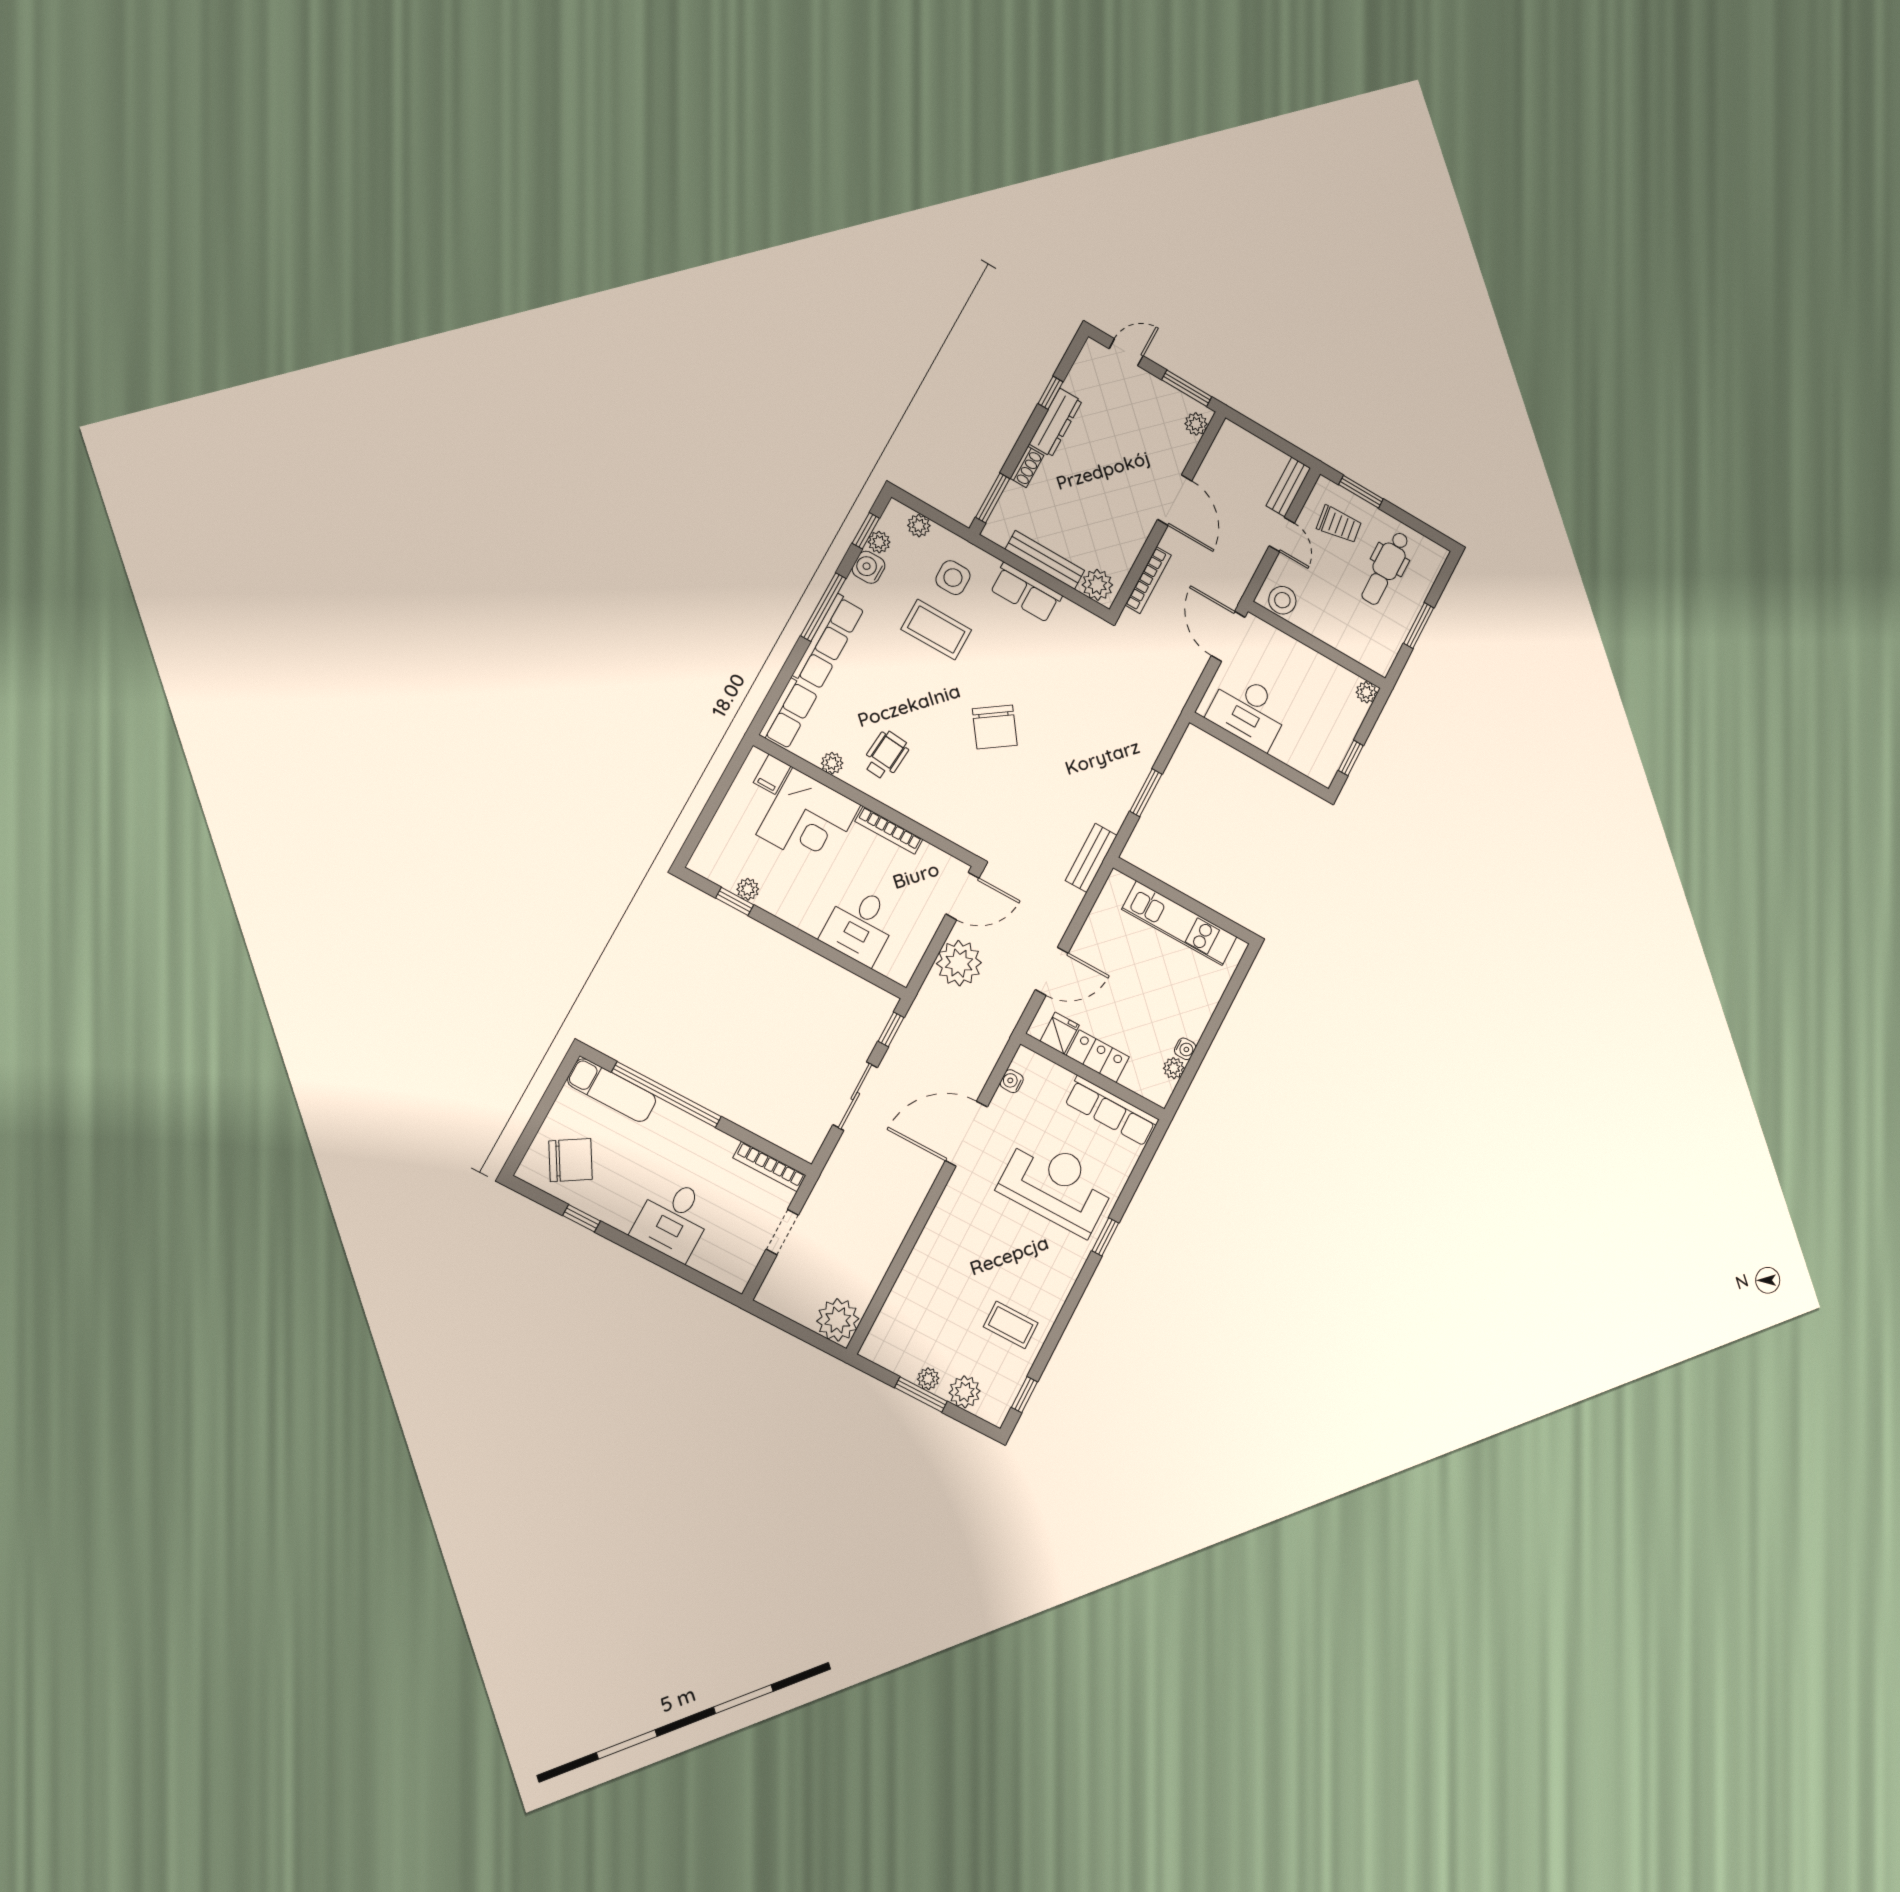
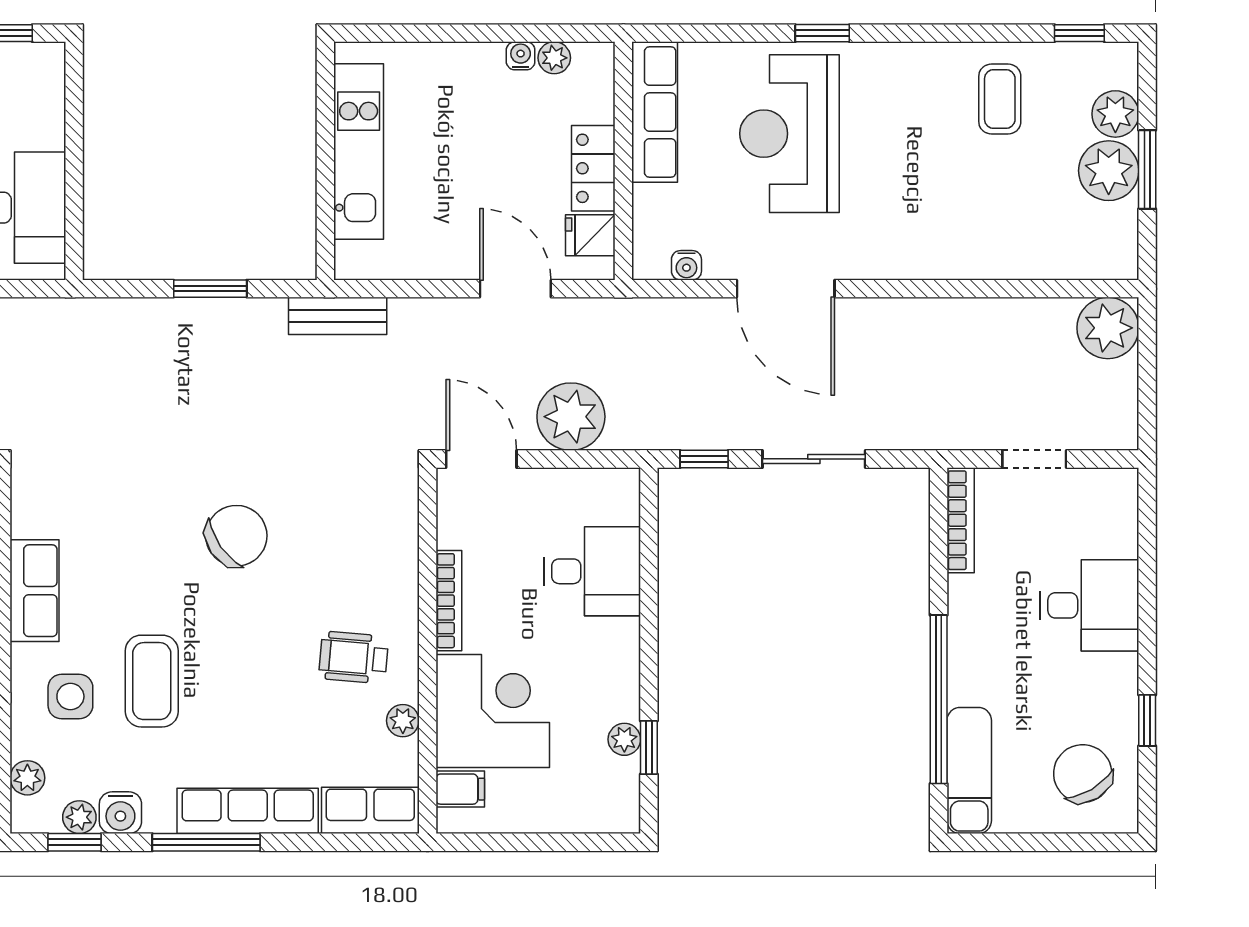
plant: (928, 1379) -> (1109, 171), width x1.87, depth x1.87

